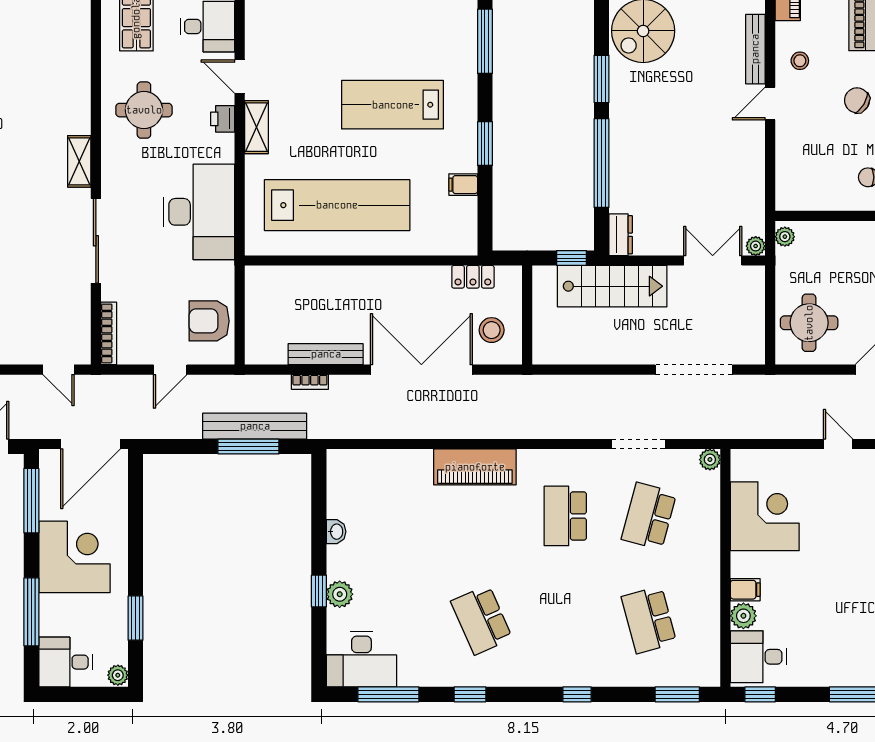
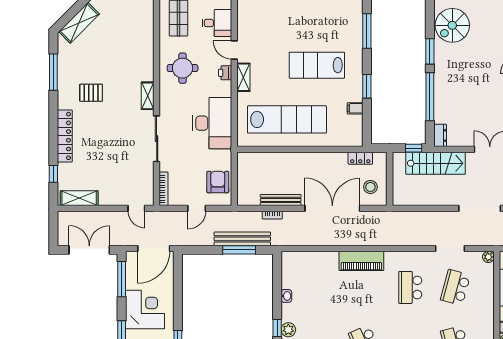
armchair: (209, 321) -> (218, 182), turned 90

